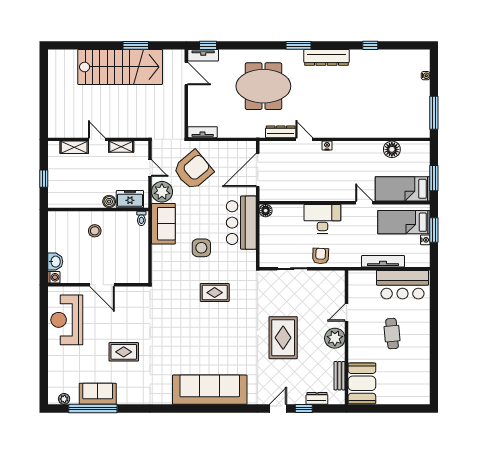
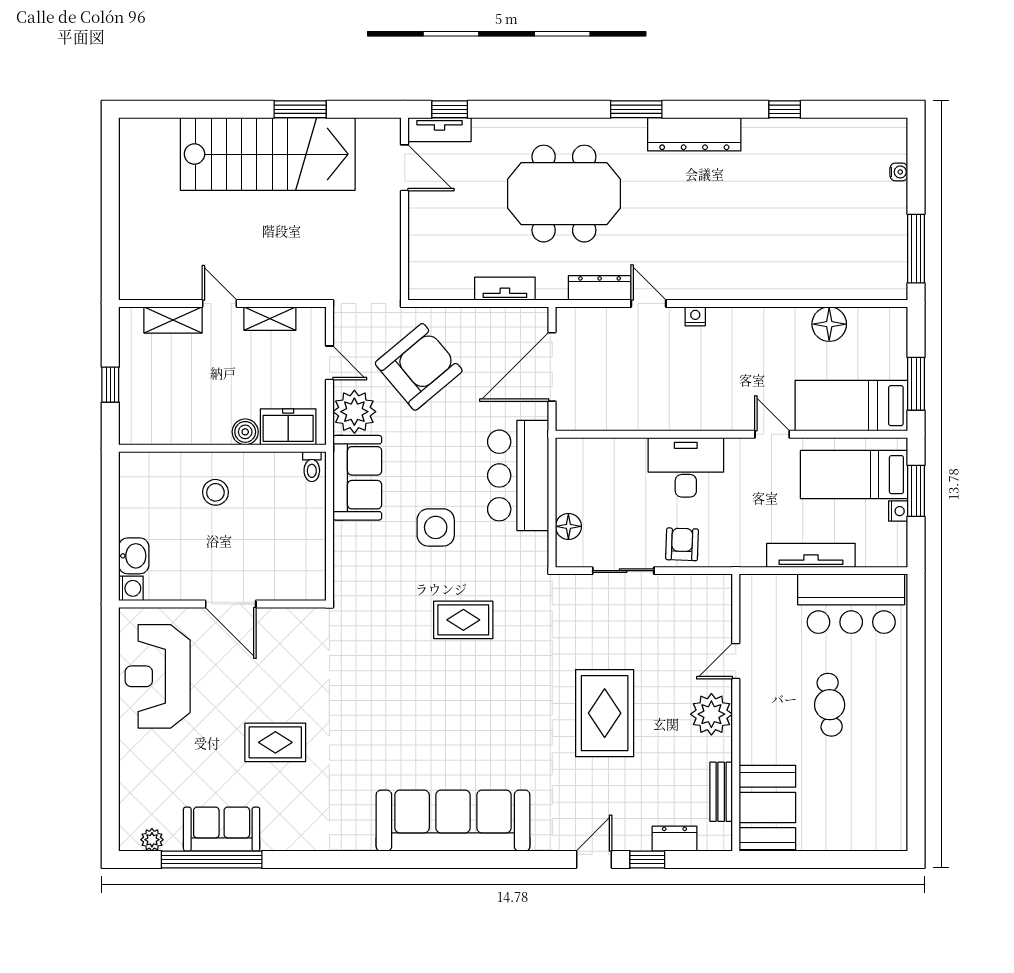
tv unit: (203, 132) -> (505, 289), moved
floor lamp: (266, 211) -> (568, 526), moved

